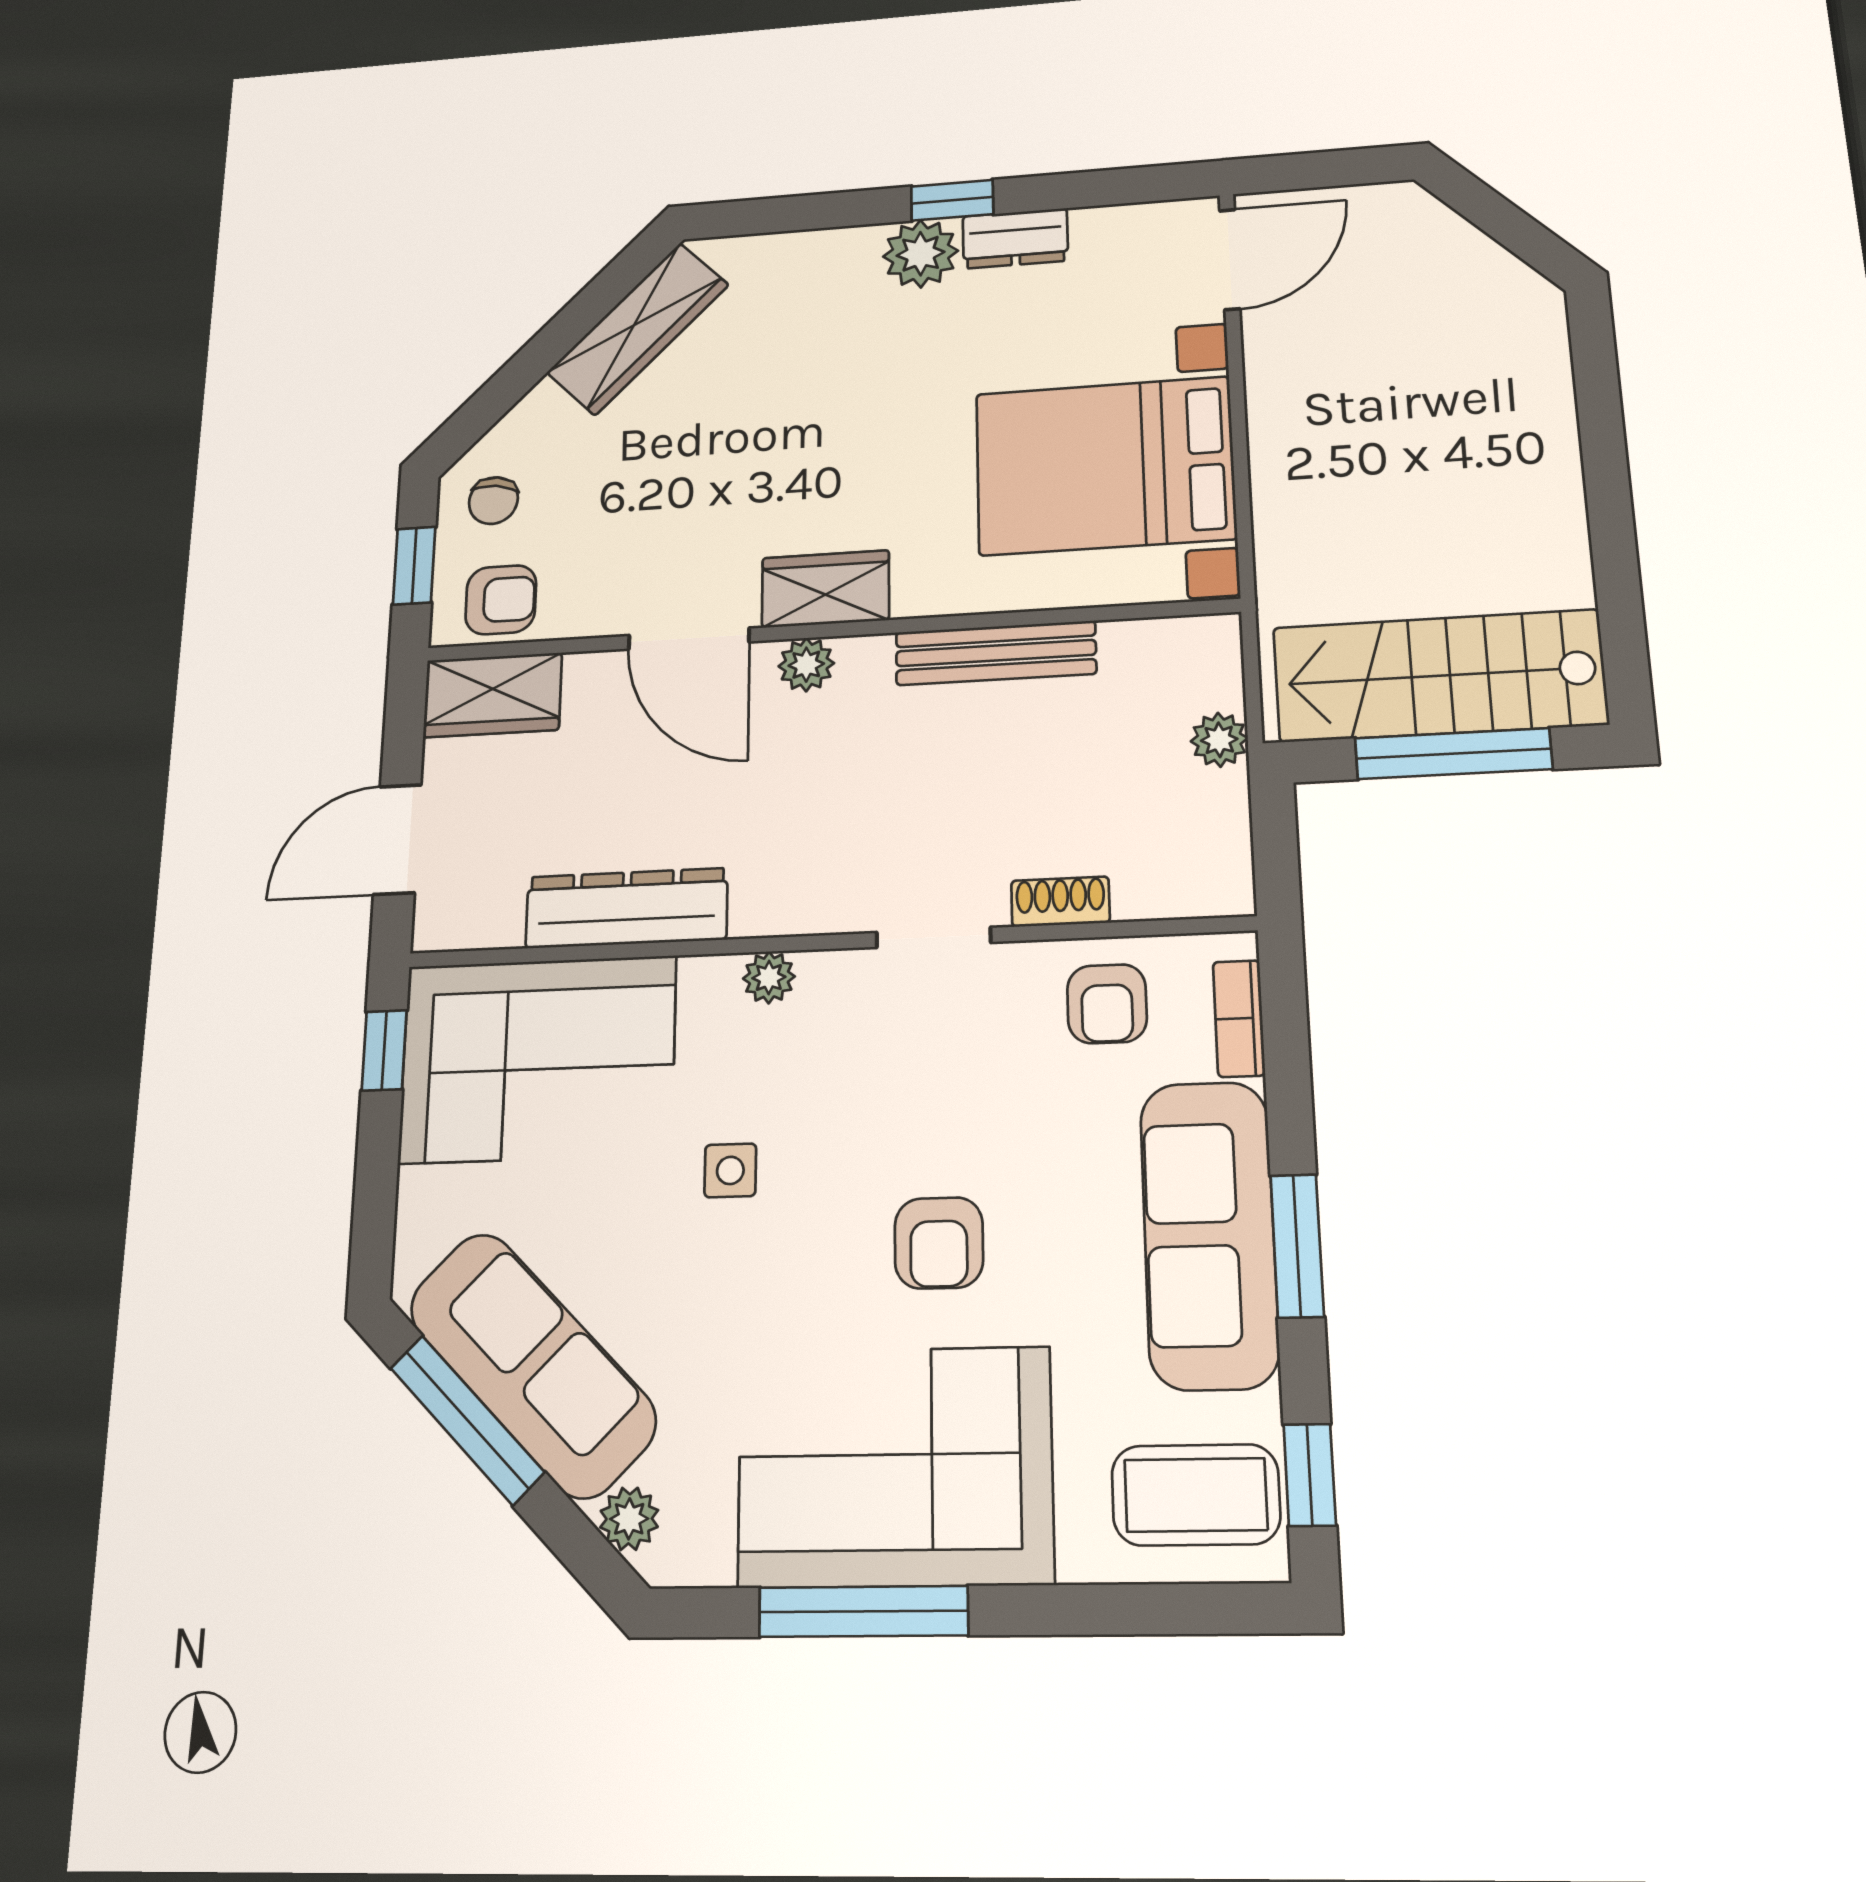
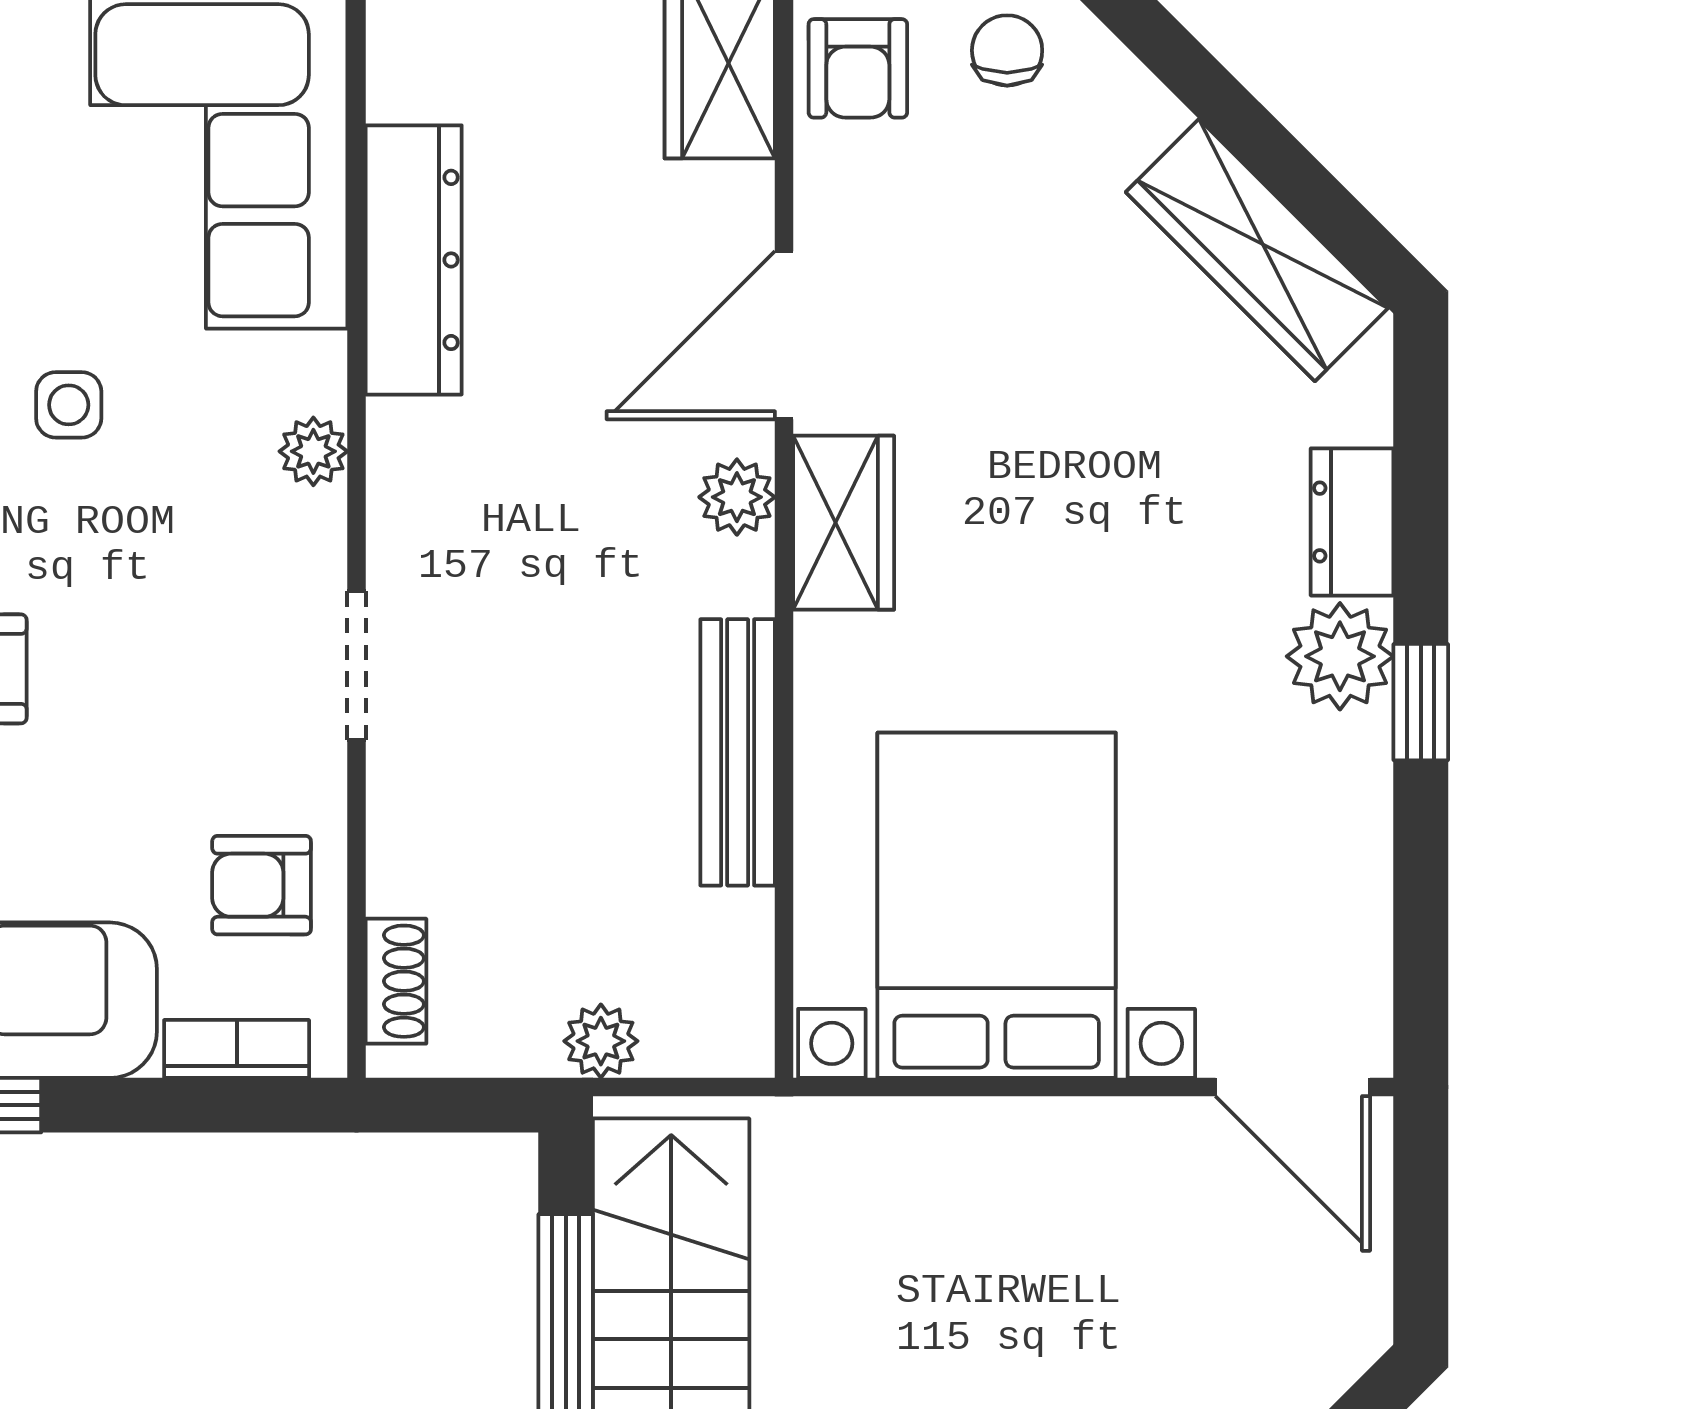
dresser: (1015, 238) -> (1352, 522), moved
chair: (493, 501) -> (1007, 50), turned 83
shoe rack: (1060, 902) -> (396, 981), moved

